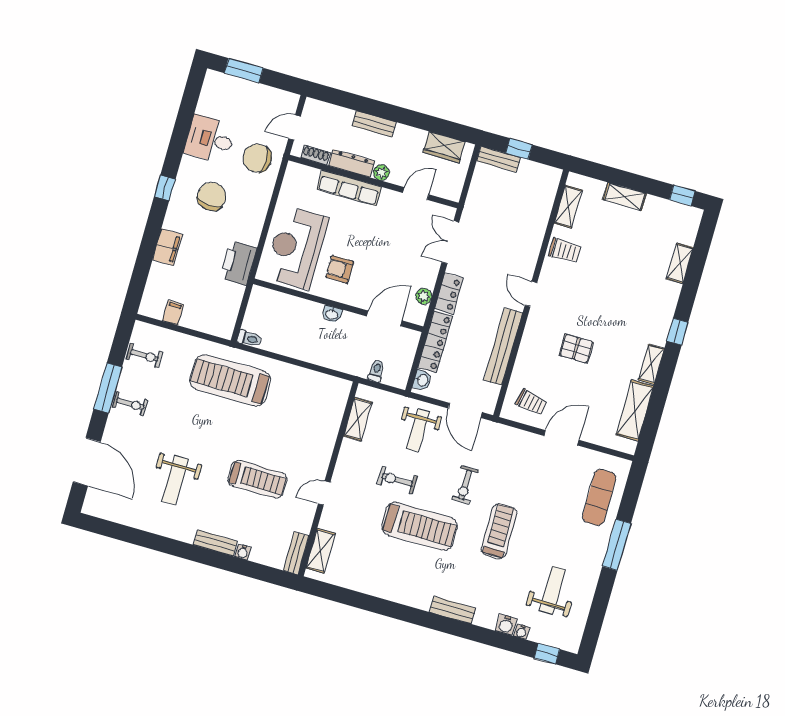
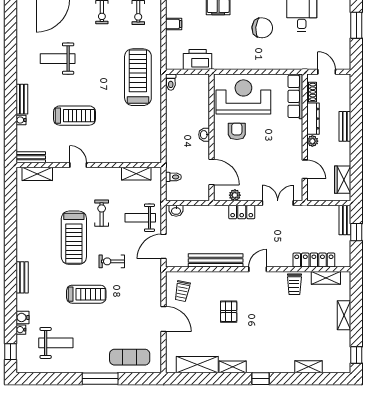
chair: (257, 158) -> (298, 52), removed
row of seats: (349, 188) -> (295, 96), moved
printer: (238, 263) -> (198, 60), moved
locker: (435, 342) -> (314, 260), moved, turned 180
treadmill: (257, 479) -> (74, 116), turned -90

